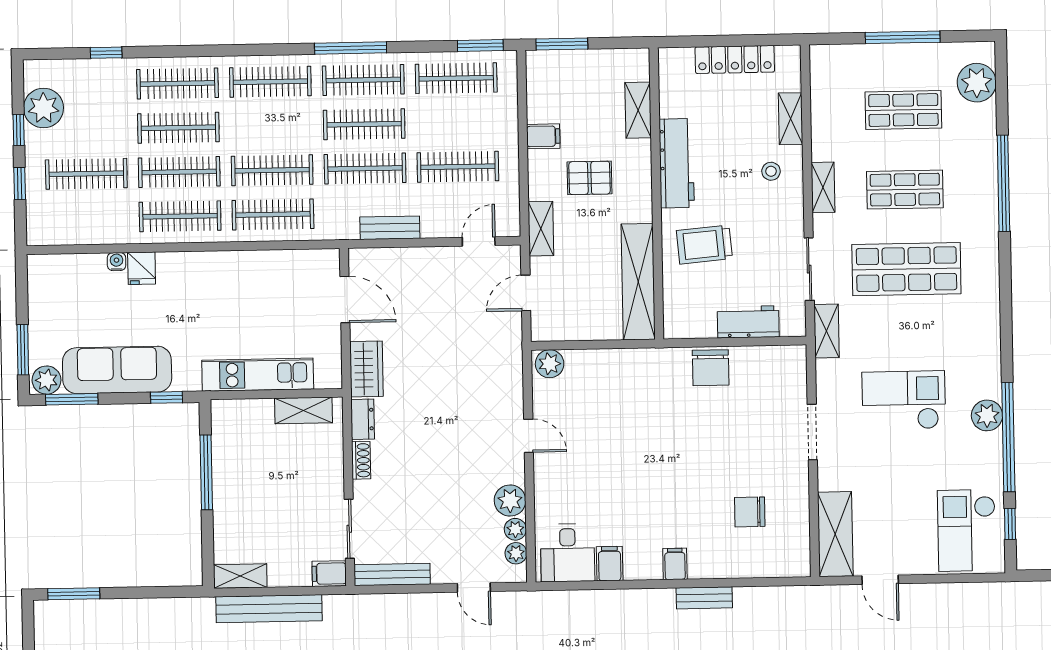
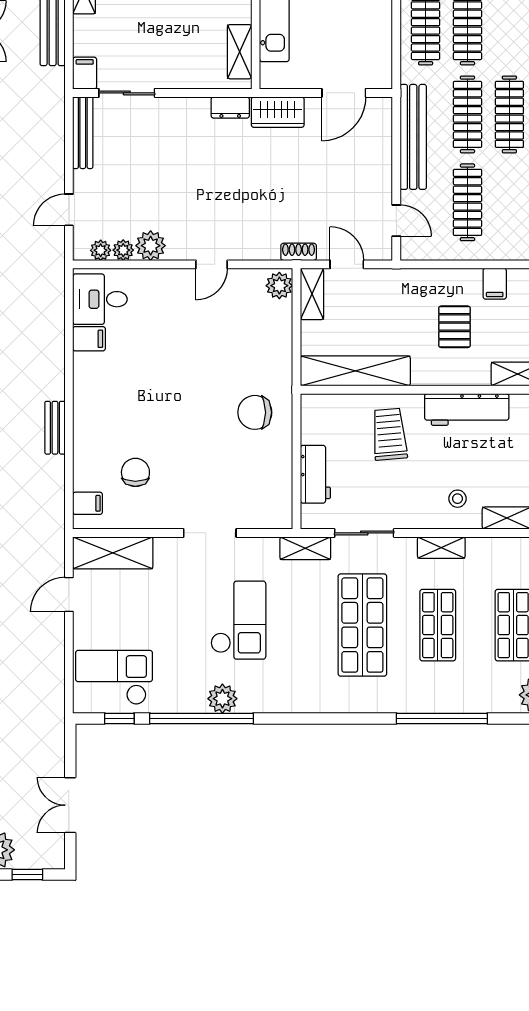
bench: (390, 228) -> (413, 137), width x1.86, depth x1.21
shelving: (541, 229) -> (312, 294), moved, turned 90
chair: (711, 368) -> (255, 412), moved
shoe rack: (361, 460) -> (299, 252), moved, turned 180
filing cabinet: (675, 564) -> (88, 503), moved

